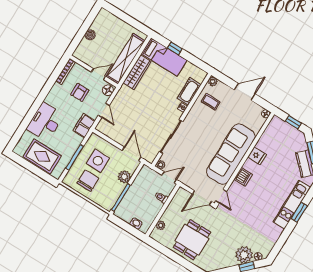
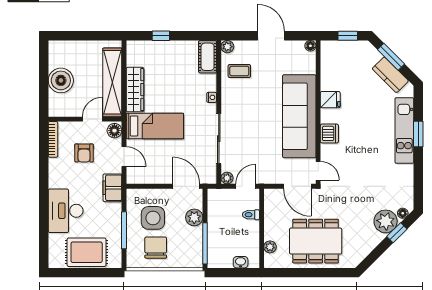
boiler: (90, 35) -> (61, 80), width x1.86, depth x1.86
bed: (164, 57) -> (155, 126), moved
cot: (189, 91) -> (208, 57), moved
door: (245, 92) -> (271, 36), hinge flipped
door: (202, 198) -> (297, 186), hinge flipped
dining table: (192, 240) -> (316, 241), width x1.38

